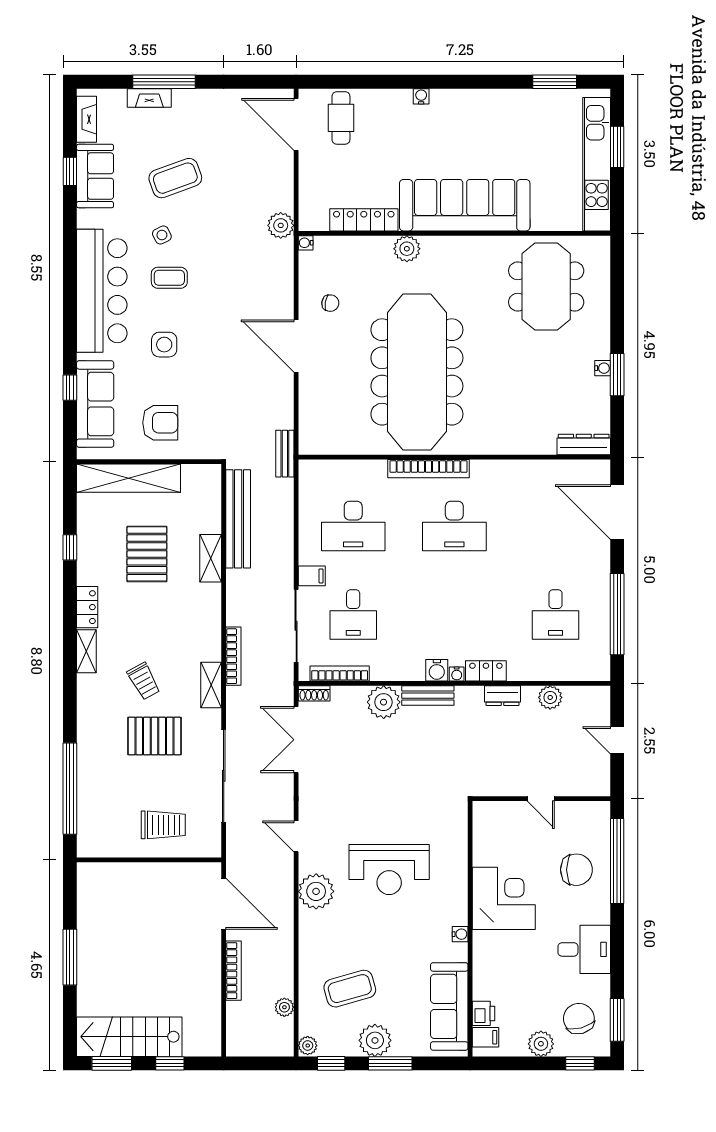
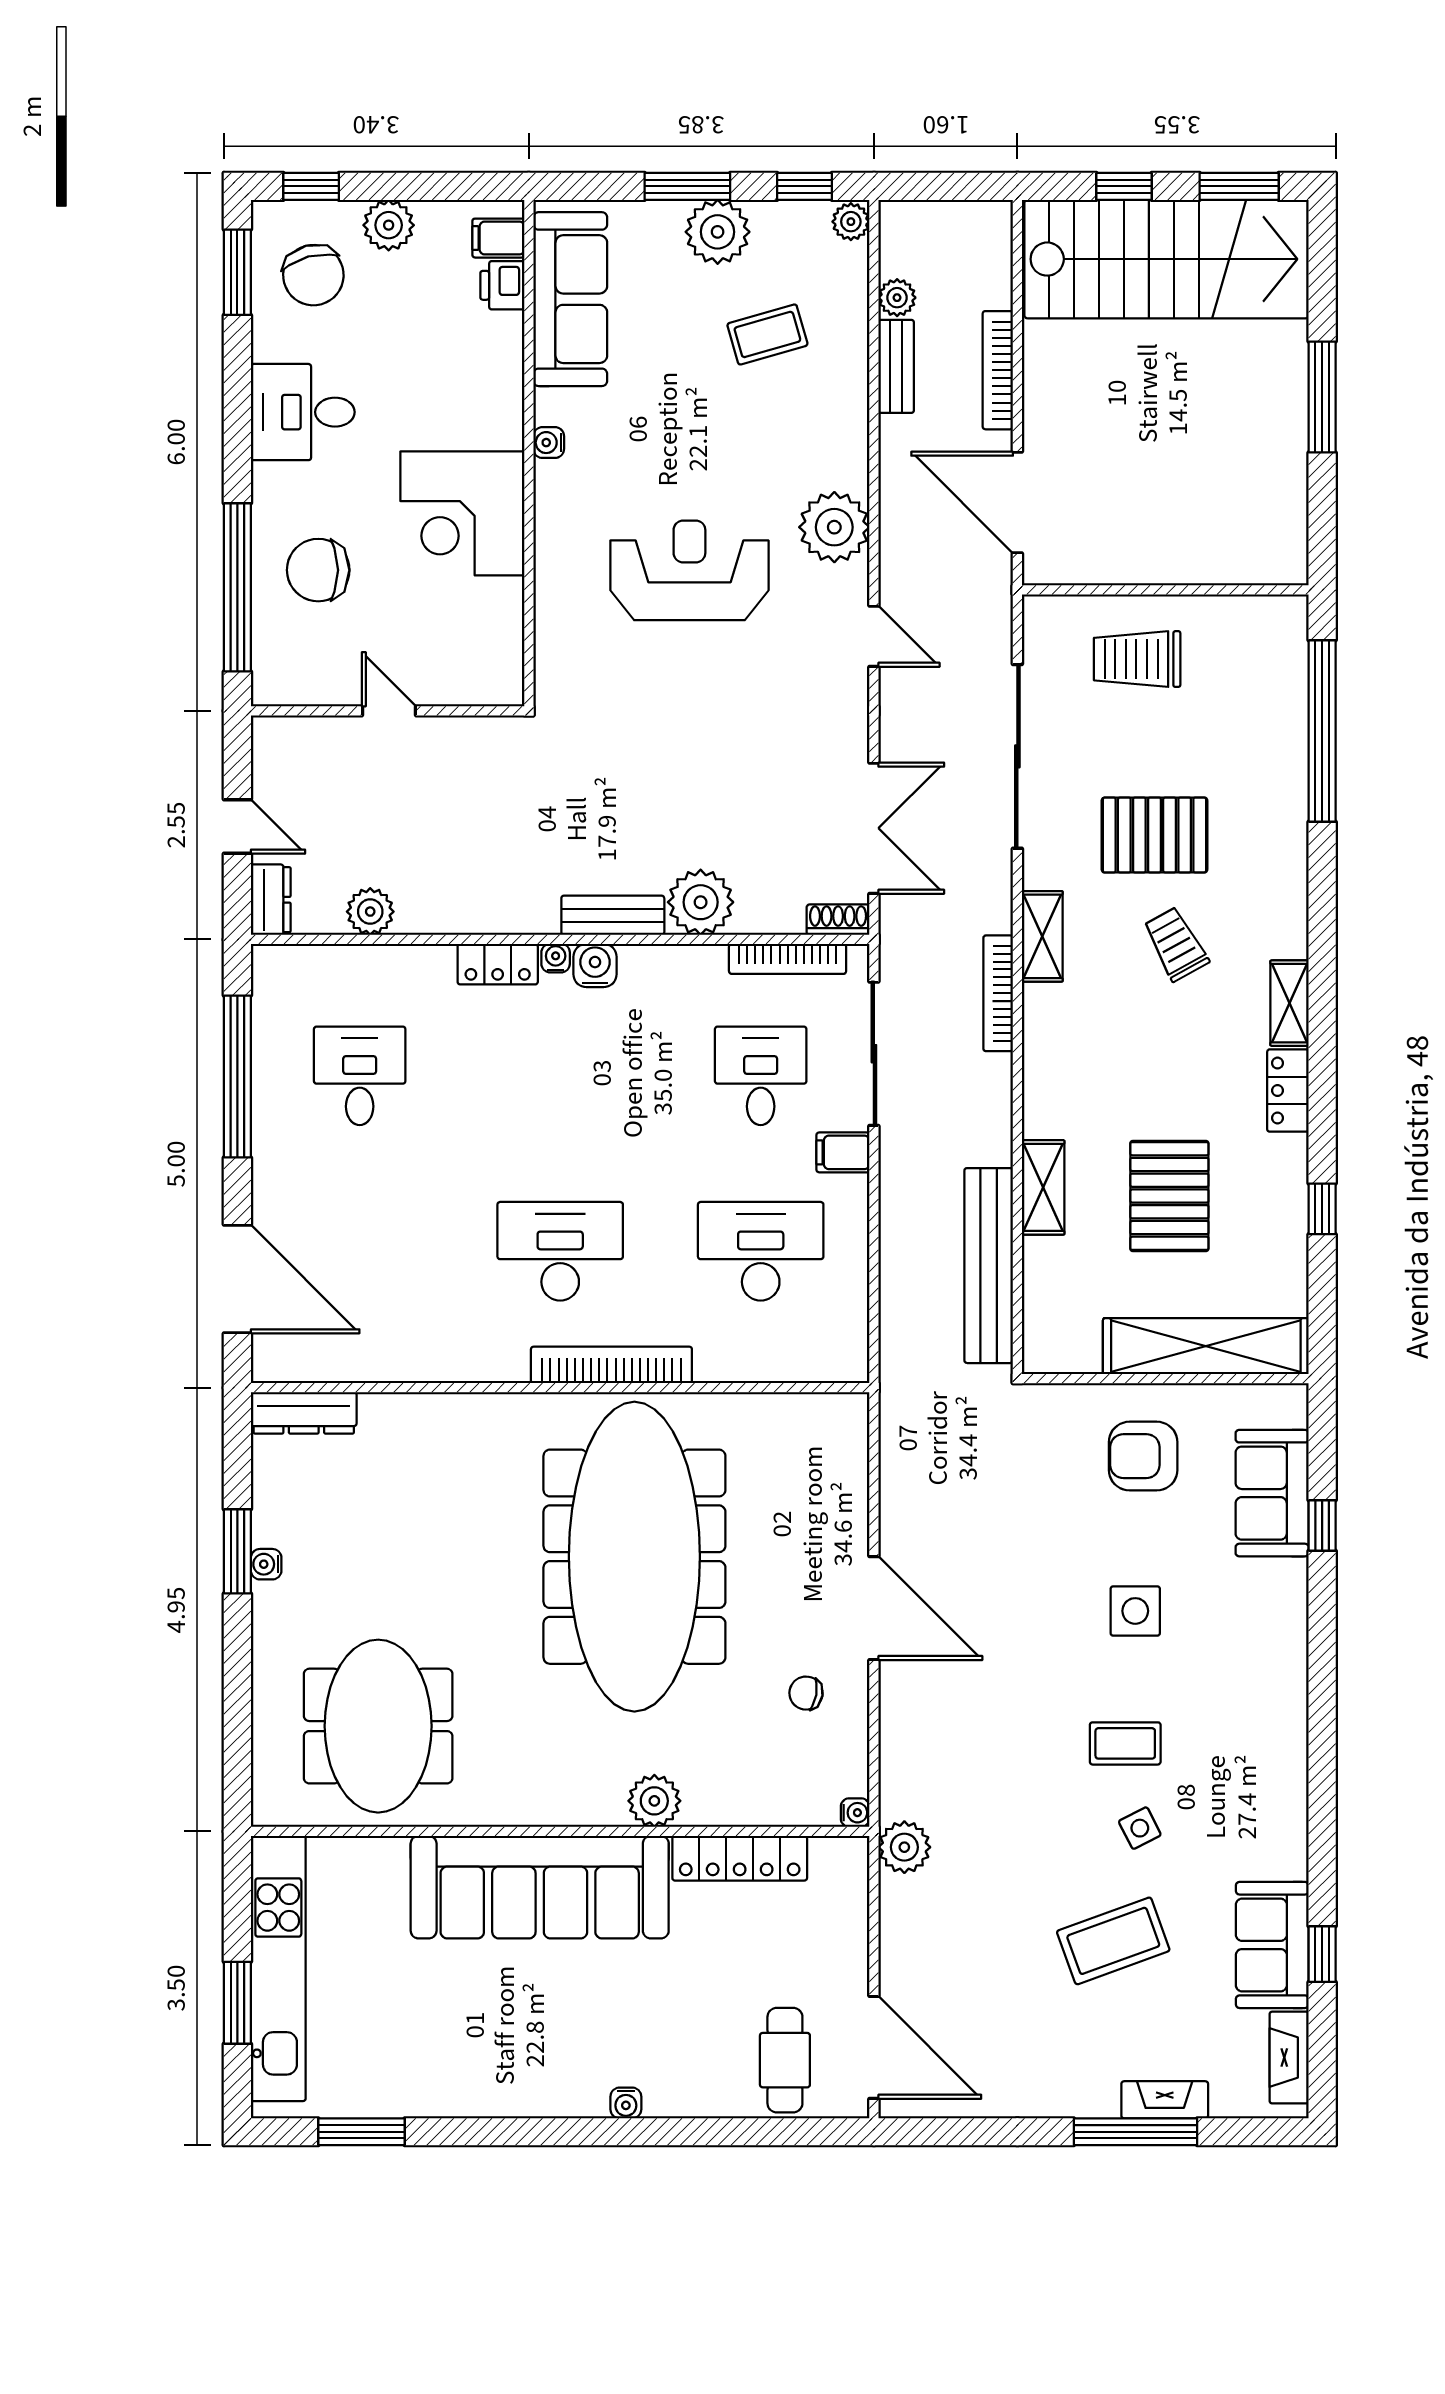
bar counter: (102, 291) -> (1259, 1718), removed
sofa: (95, 404) -> (1272, 1493), width x0.73
bench: (285, 454) -> (896, 366), moved
dresser: (502, 696) -> (271, 900), moved, turned 90
coffee table: (350, 989) -> (767, 334), width x0.73, depth x0.77
stairs: (129, 1037) -> (1167, 259), width x1.36, depth x1.51

